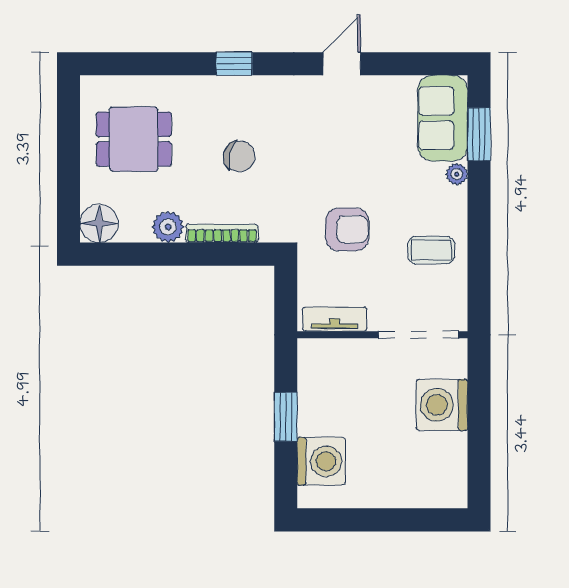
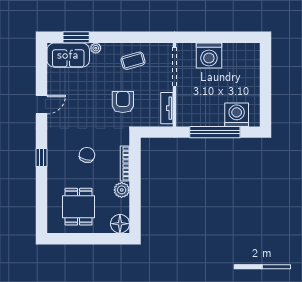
door: (342, 64) -> (42, 105), swing flipped
coffee table: (431, 250) -> (133, 61), turned 74
window: (286, 417) -> (215, 132), width x2.11

